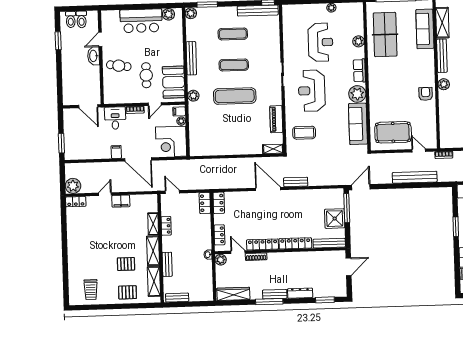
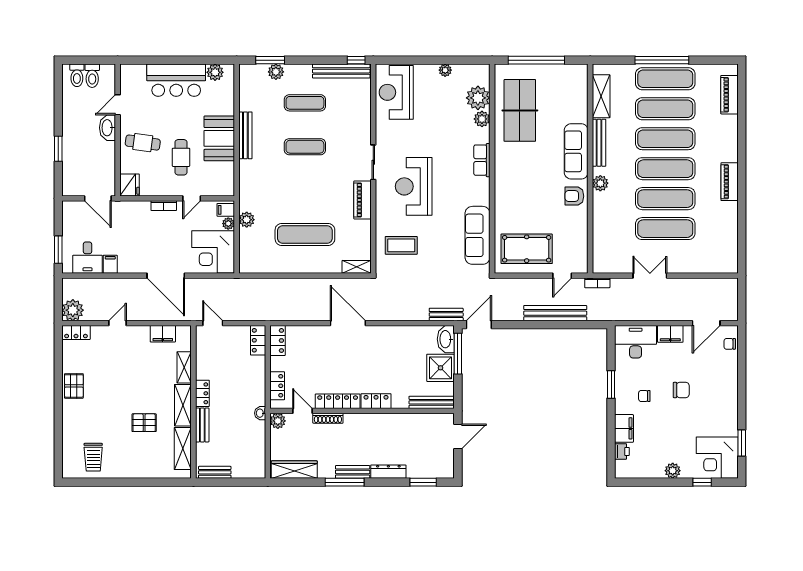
plant: (191, 13) -> (276, 72), moved
sofa: (425, 29) -> (576, 151), moved
window: (58, 41) -> (58, 149), moved
reception desk: (320, 42) -> (396, 92), moved, turned 180
booth: (174, 82) -> (219, 138), moved
plant: (357, 94) -> (478, 98), moved
armchair: (426, 94) -> (574, 196), turned -90
fridge: (110, 96) -> (130, 185), added
plant: (193, 96) -> (247, 220), moved
exercise mat: (235, 96) -> (305, 234), moved
desk: (115, 118) -> (87, 258), moved, turned 180
piano: (276, 119) -> (362, 200), moved
door: (419, 151) -> (562, 276), swing flipped
filing cabinet: (116, 152) -> (110, 264), moved
bench: (296, 182) -> (446, 315), moved
washbasin: (338, 198) -> (446, 339), added
filing cabinet: (121, 201) -> (163, 334), moved
locker: (166, 226) -> (202, 393), moved
locker: (295, 243) -> (376, 401), width x0.66
pallet: (128, 292) -> (74, 386), moved, turned 90

